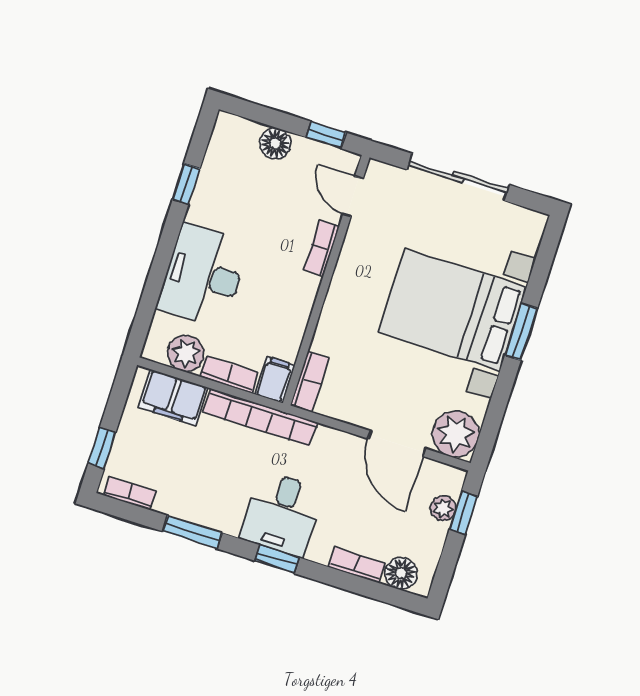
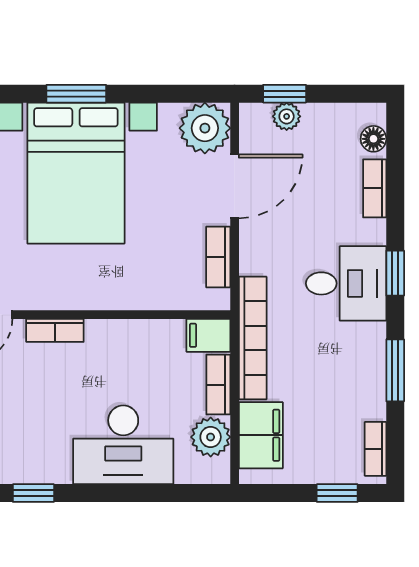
bookcase: (310, 381) -> (218, 257), moved, turned -90
floor lamp: (401, 573) -> (373, 139), width x0.73, depth x0.73

